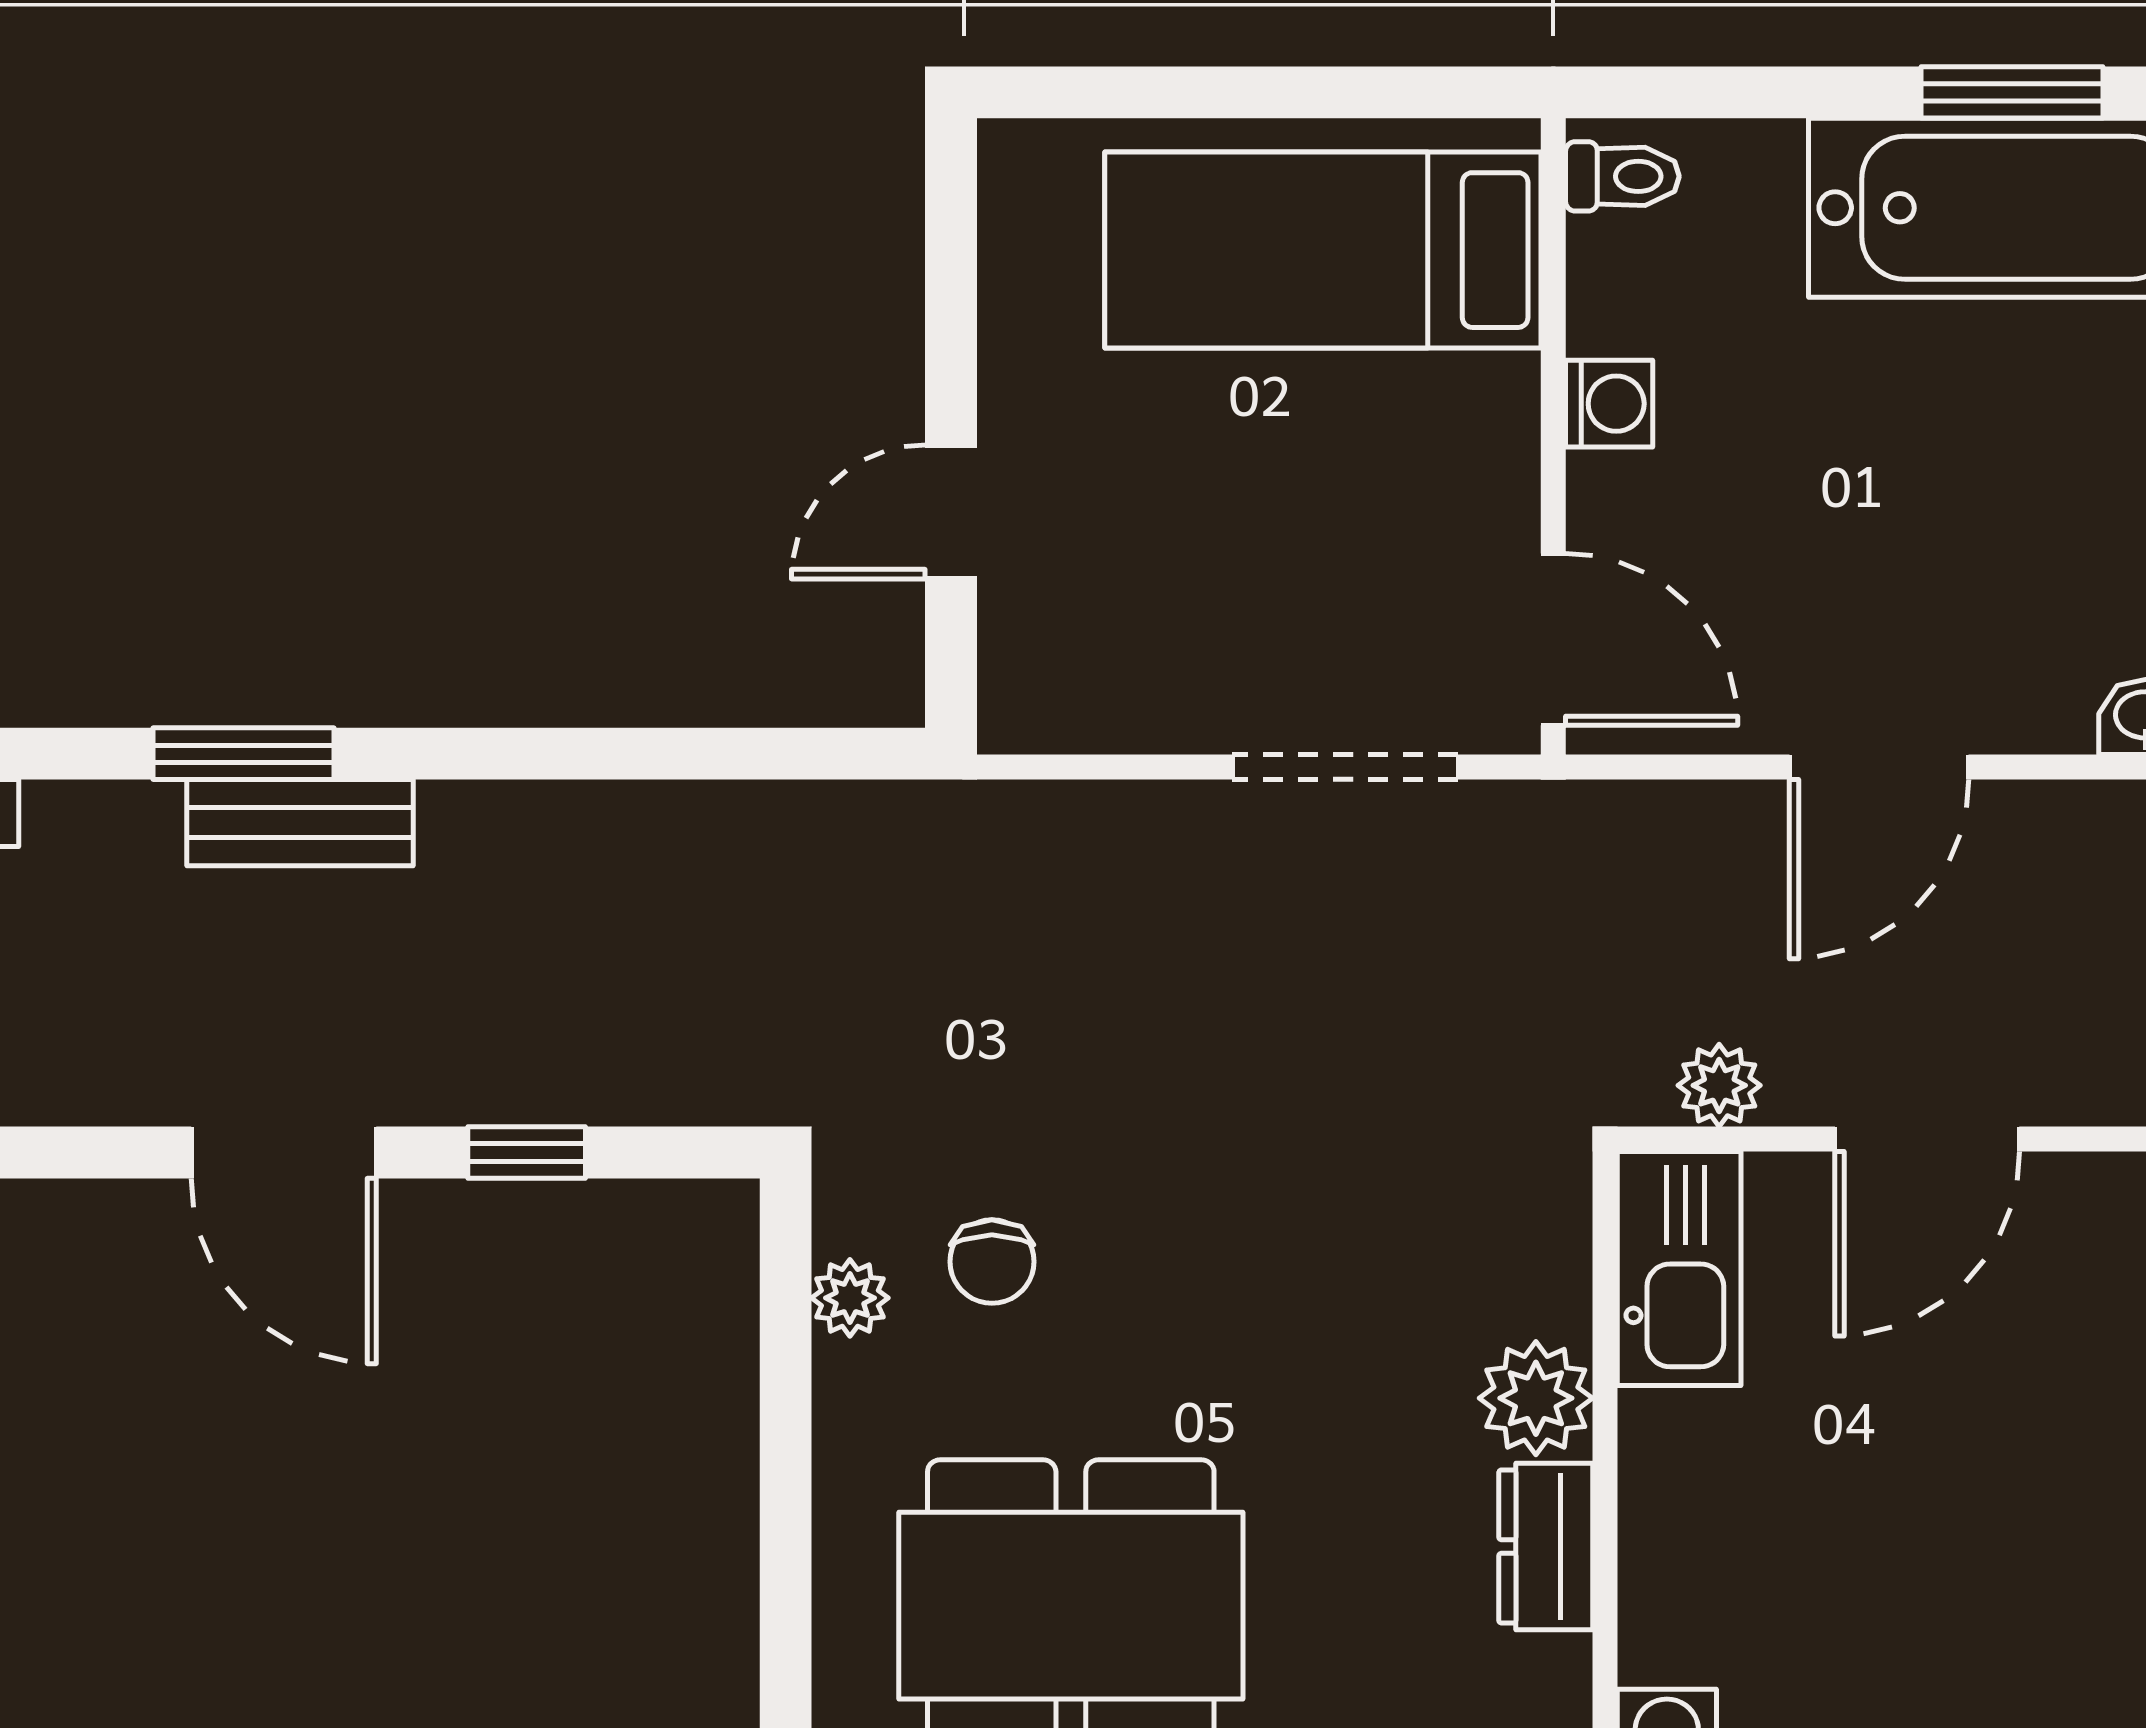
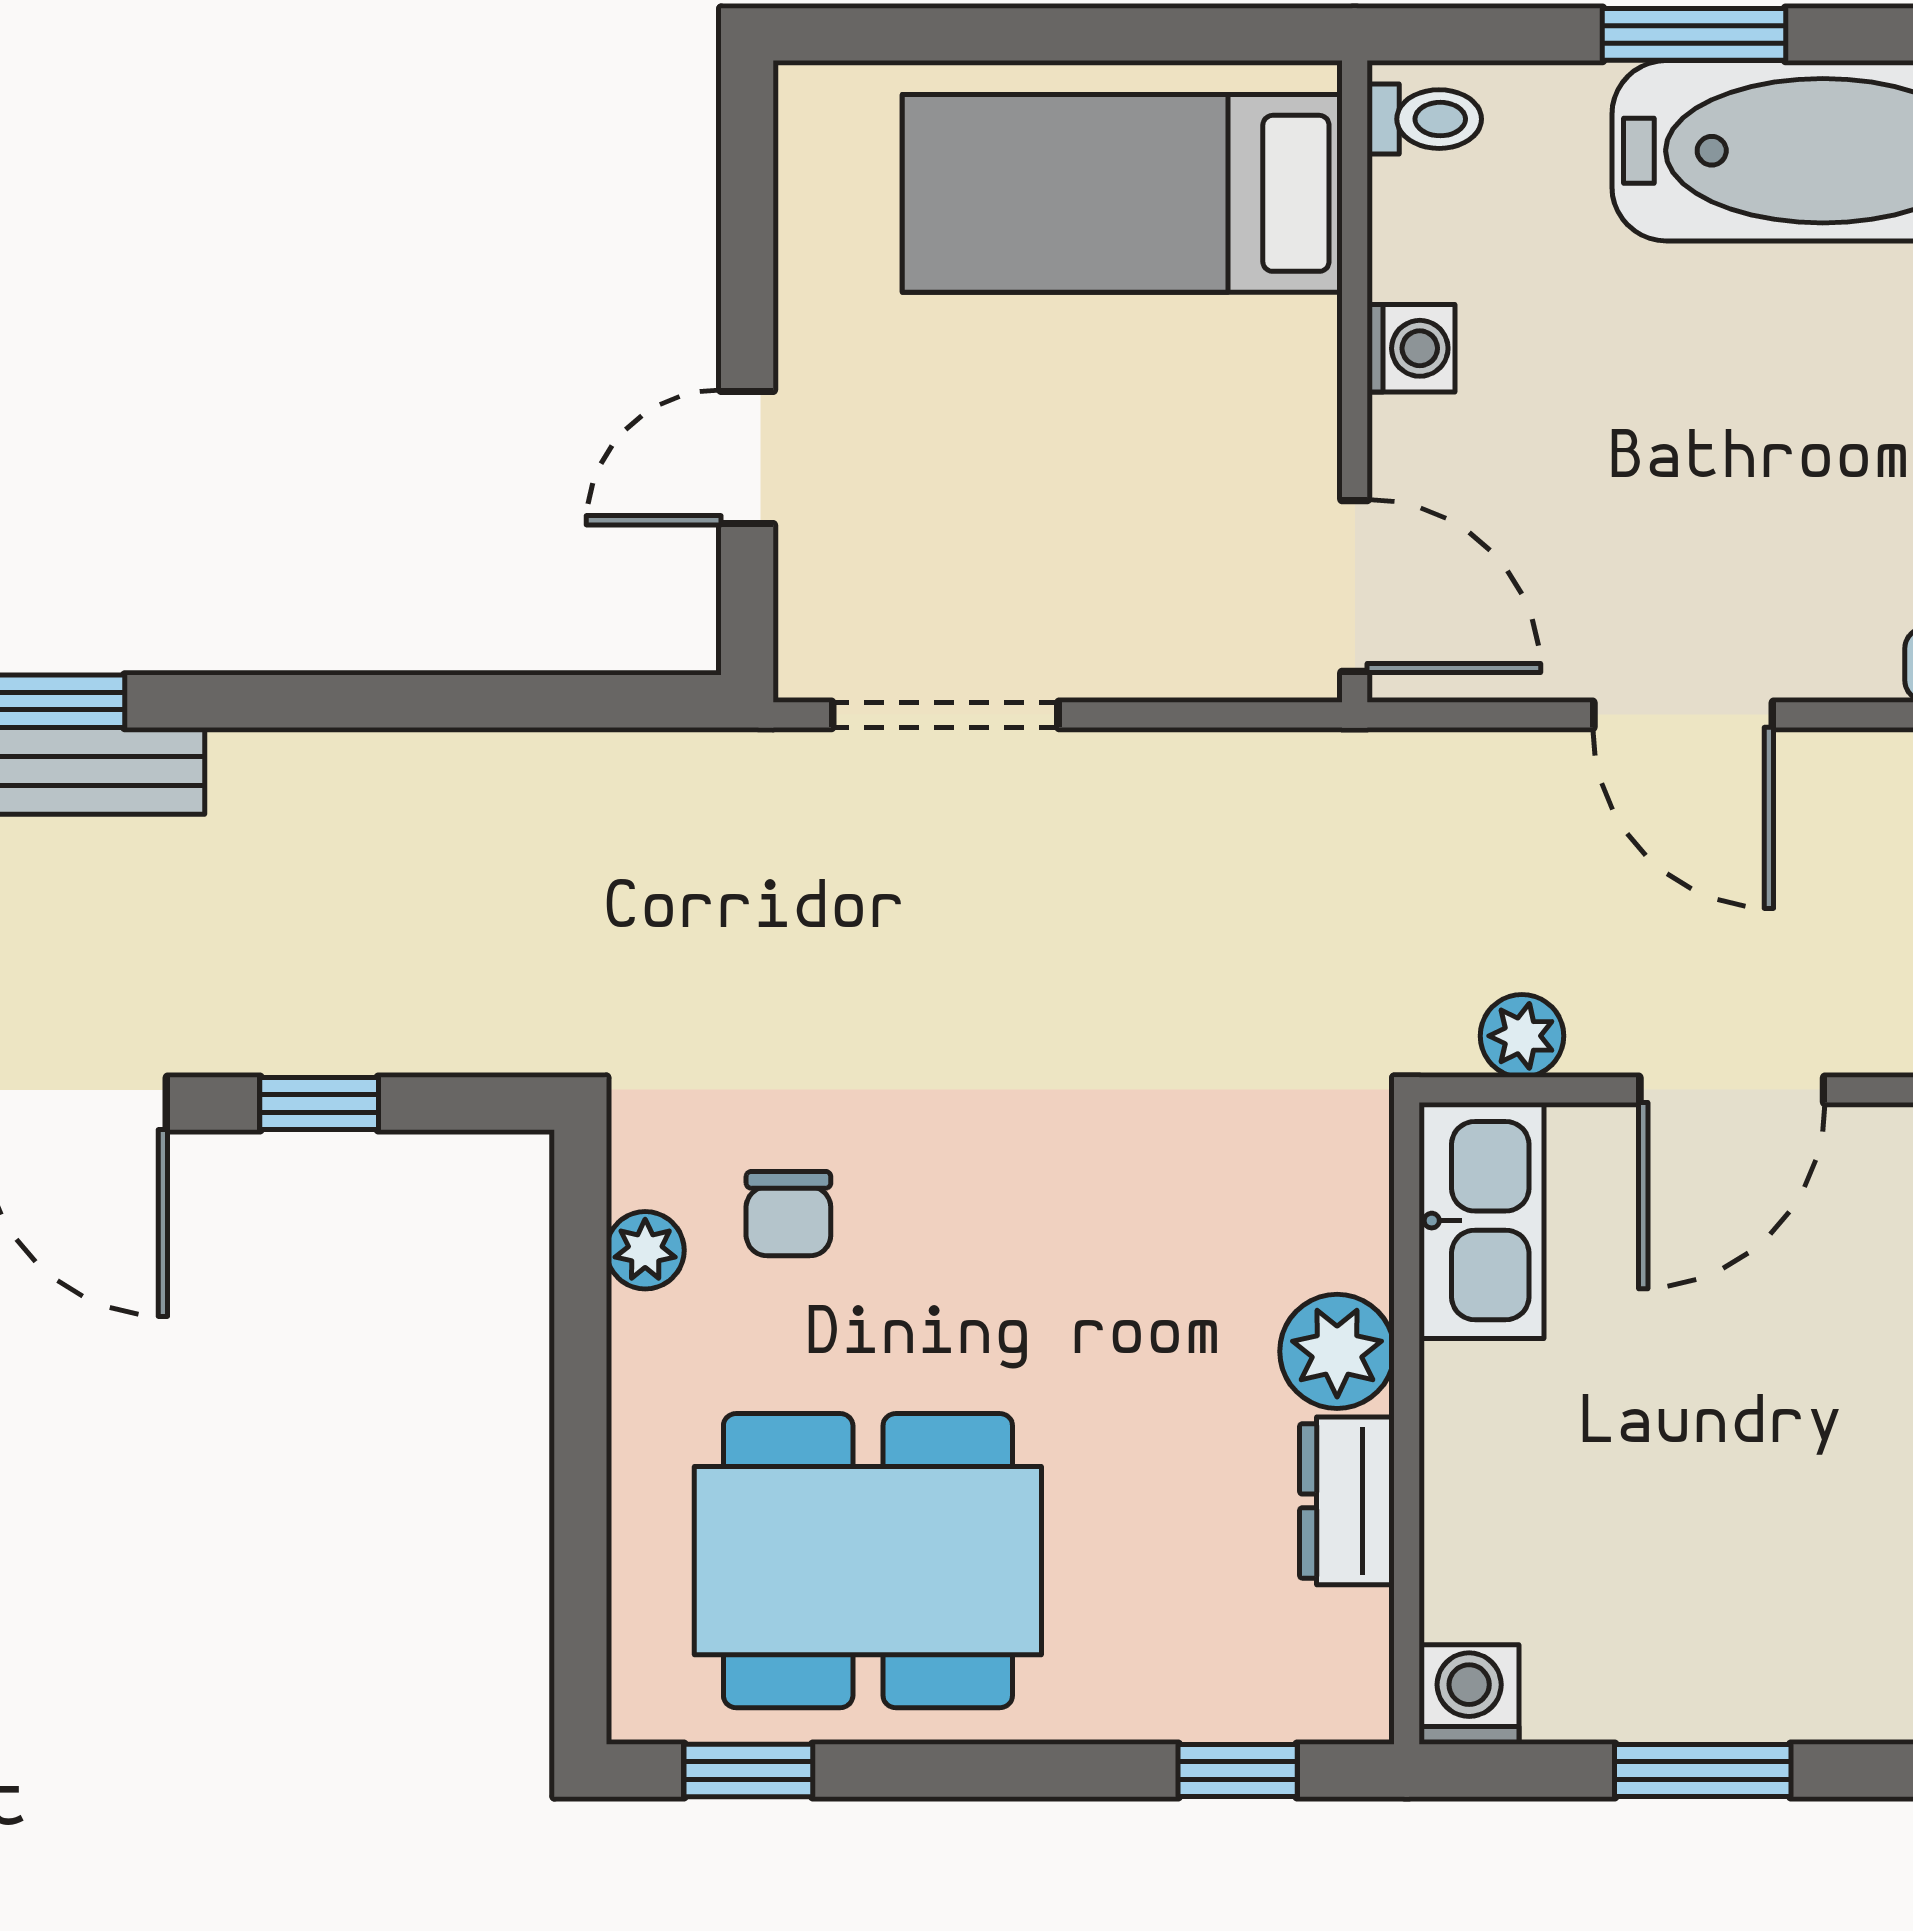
window: (2012, 92) -> (1694, 34), moved
doorway: (1345, 767) -> (945, 715), moved
door: (1879, 767) -> (1683, 715), hinge flipped

